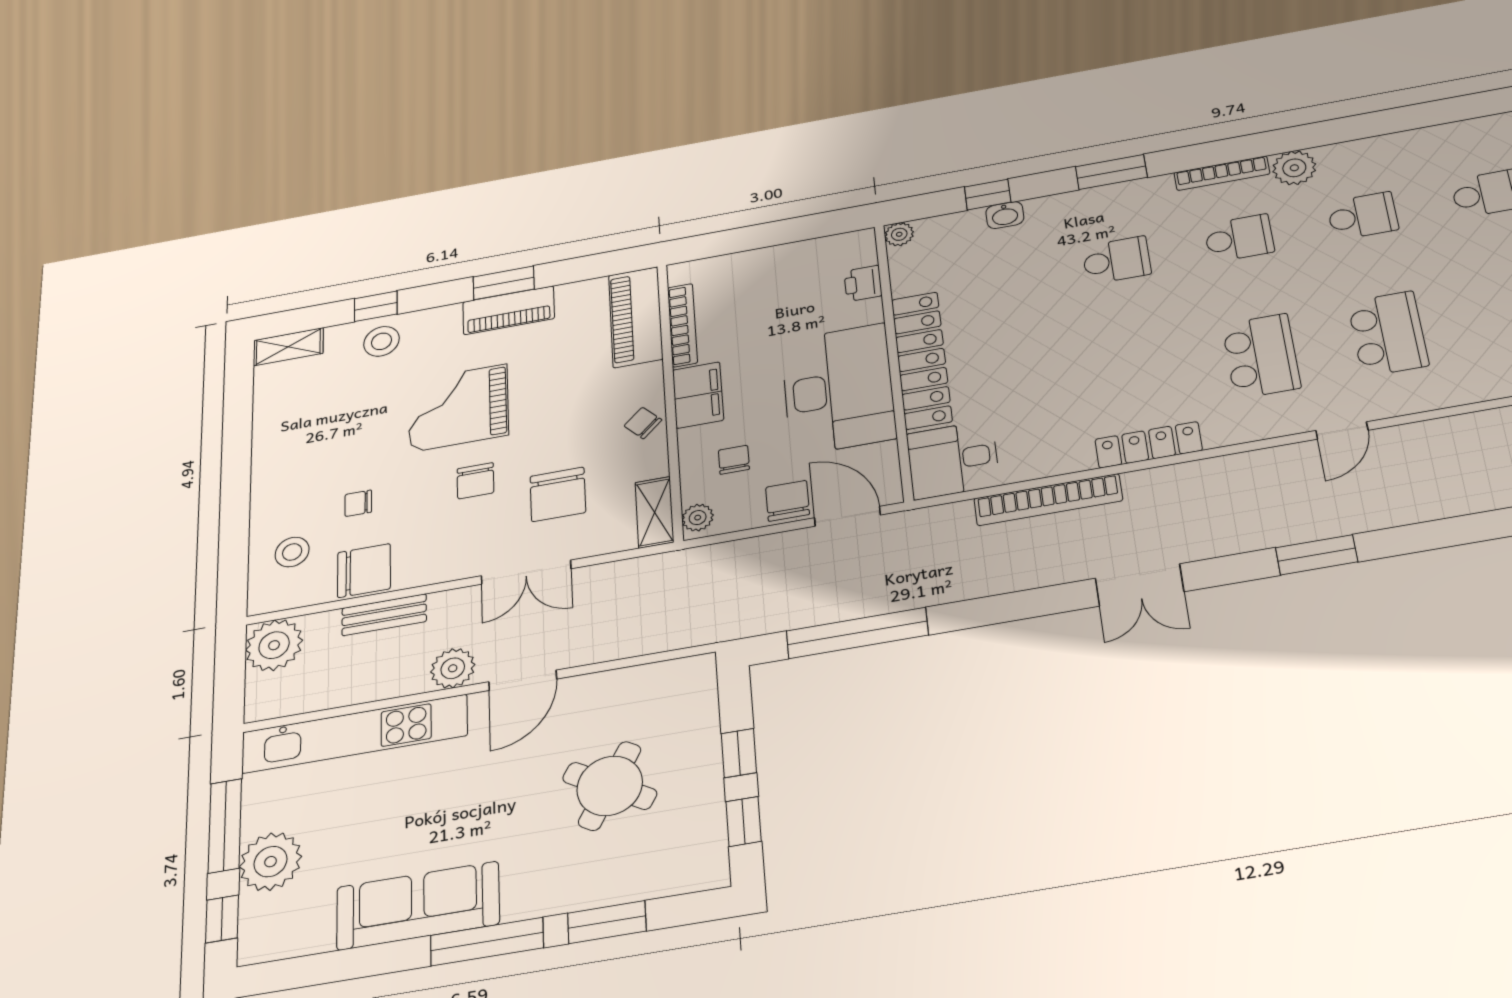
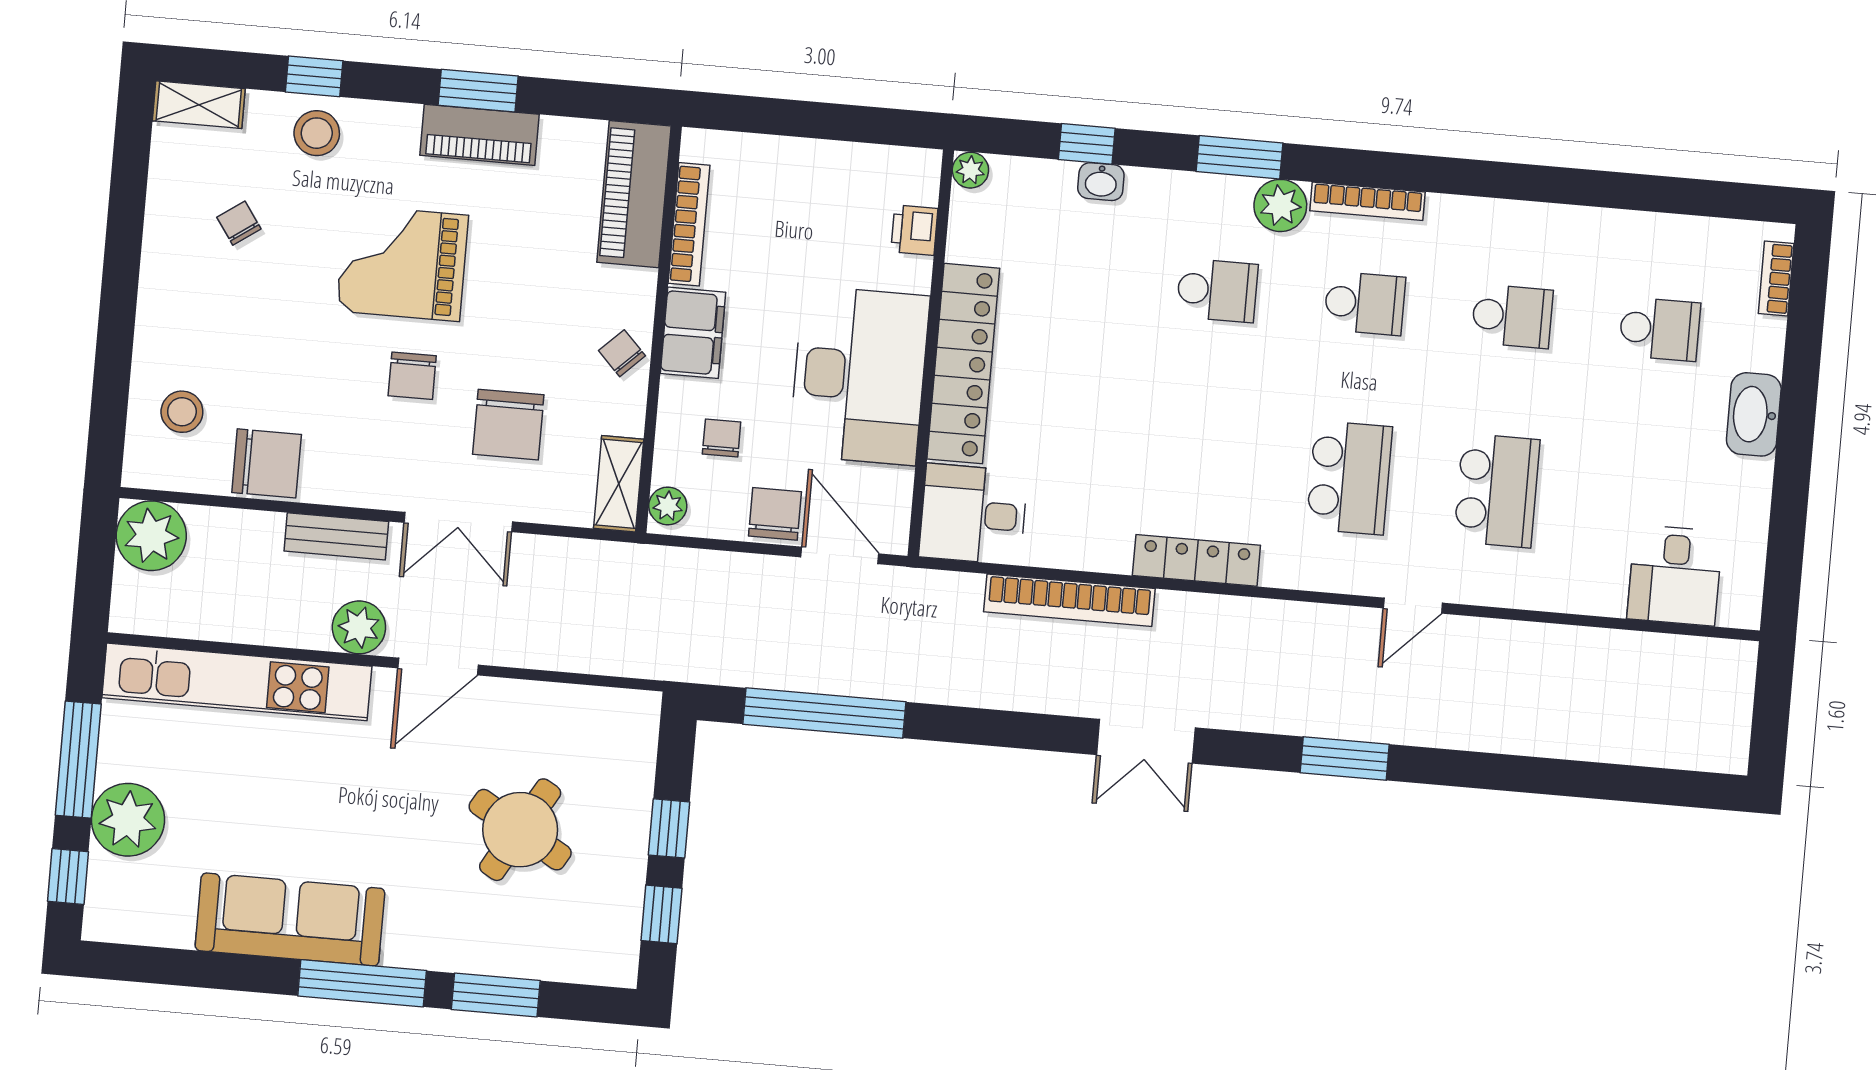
plant: (1294, 168) -> (1280, 205), moved
chair: (358, 503) -> (239, 223), moved, turned 55
bench: (384, 615) -> (336, 536), moved

